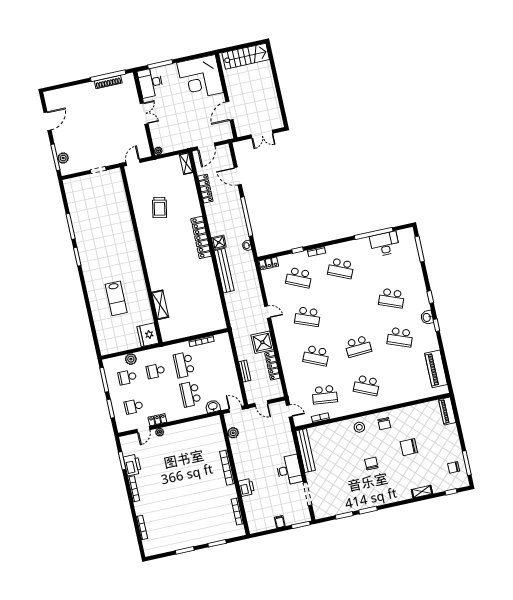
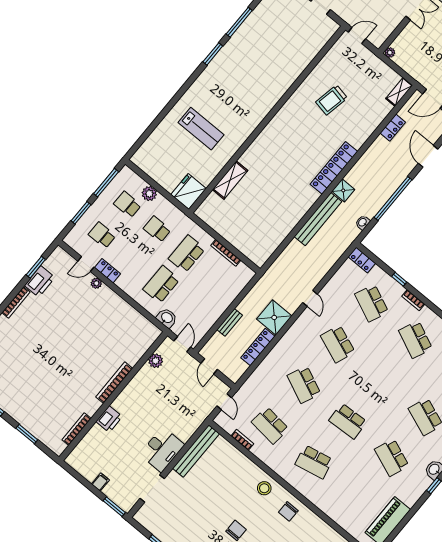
locker: (205, 189) -> (393, 128), width x0.66
lab bench: (116, 298) -> (201, 129), turned -90
school desk: (367, 385) -> (314, 462), turned -36

